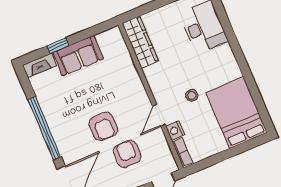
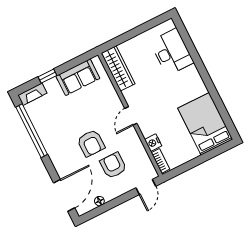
sofa: (78, 56) -> (78, 77), moved
stool: (192, 95) -> (166, 111), removed
door: (159, 116) -> (131, 116), moved
window: (44, 128) -> (32, 131), moved

